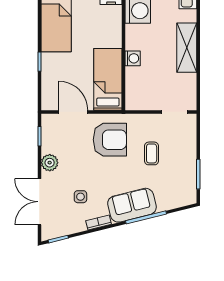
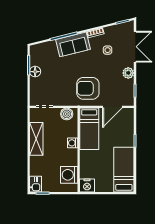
shelving: (187, 48) -> (36, 139), moved
boiler: (141, 102) -> (67, 114), added
door: (73, 112) -> (112, 107), hinge flipped
coffee table: (152, 153) -> (60, 79), removed
floor lamp: (189, 165) -> (35, 72), added

